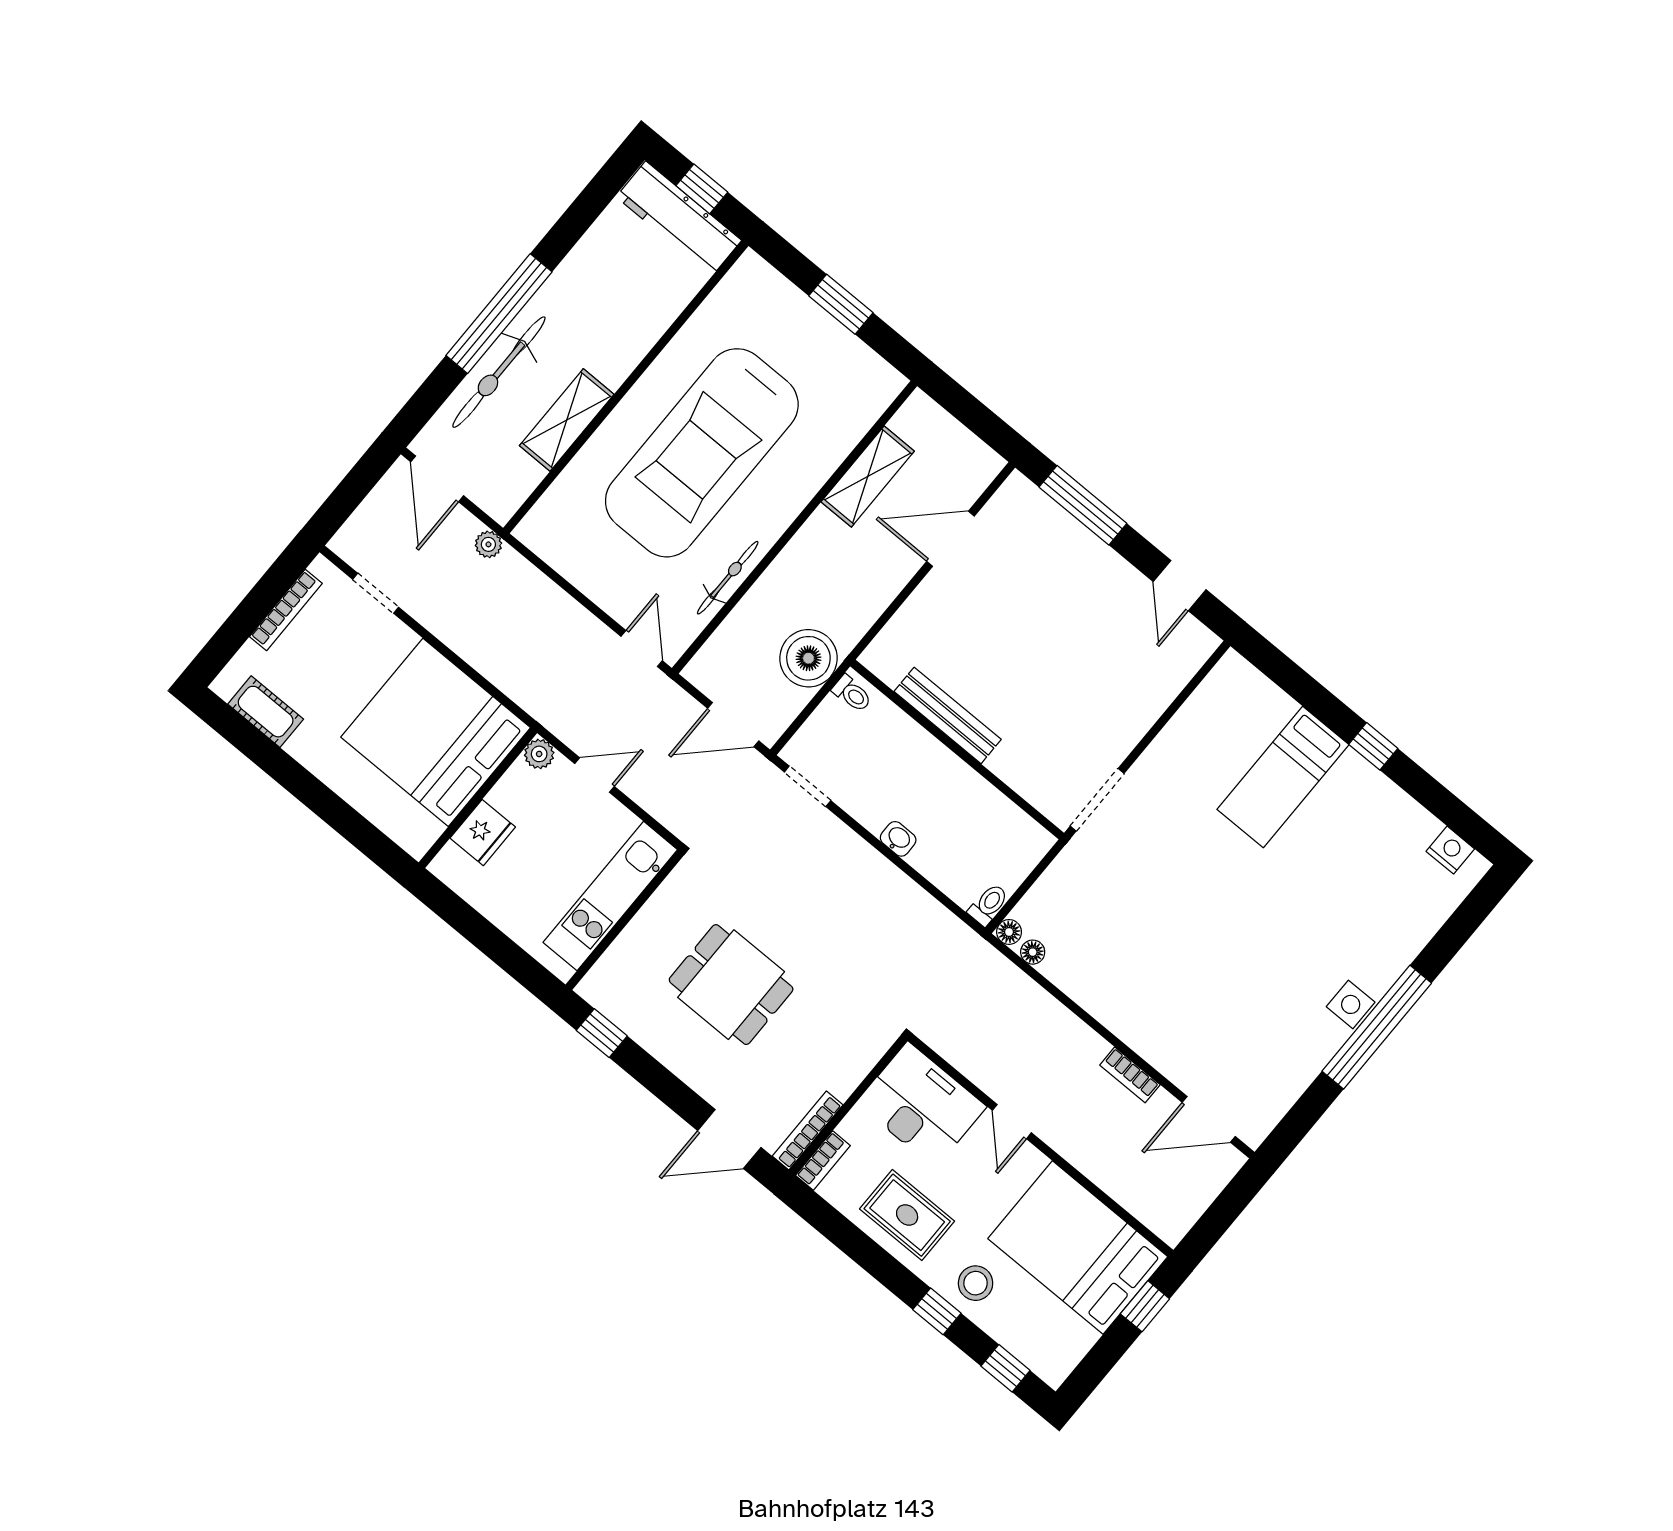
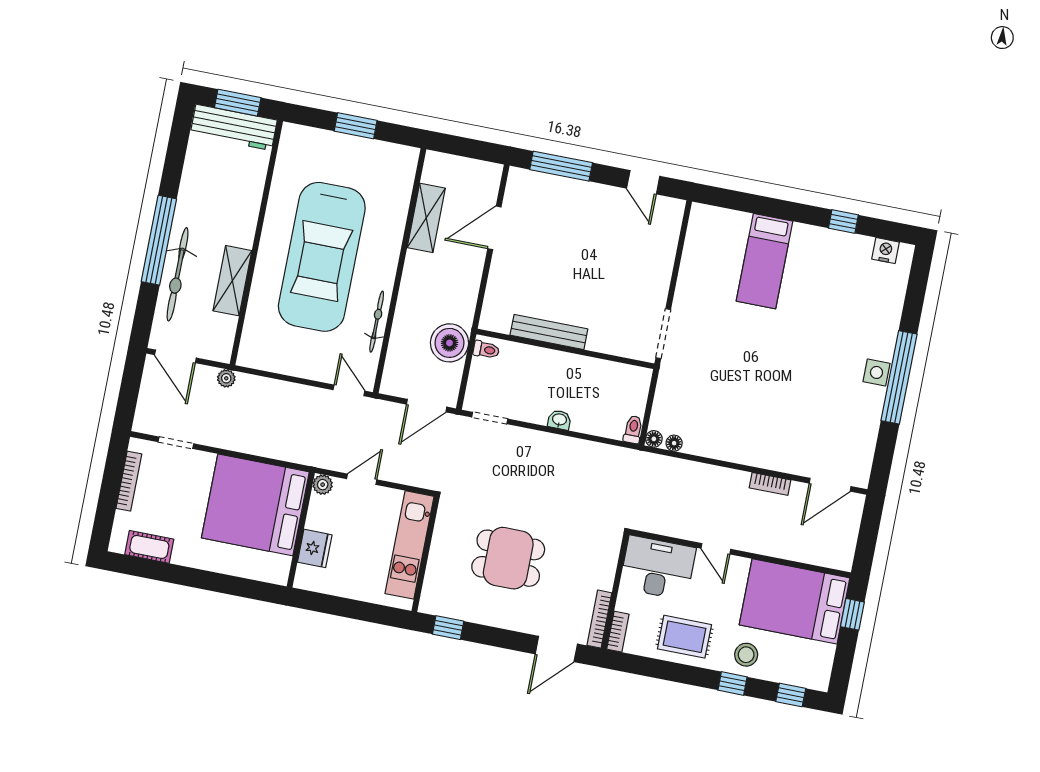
window: (702, 189) -> (238, 103), width x1.50
window: (1373, 746) -> (843, 221), moved

